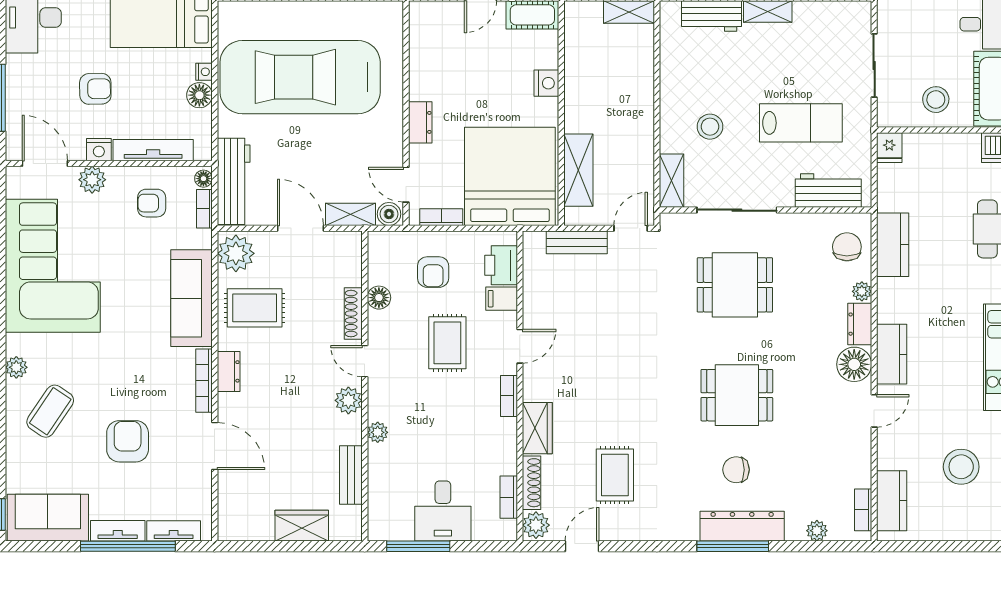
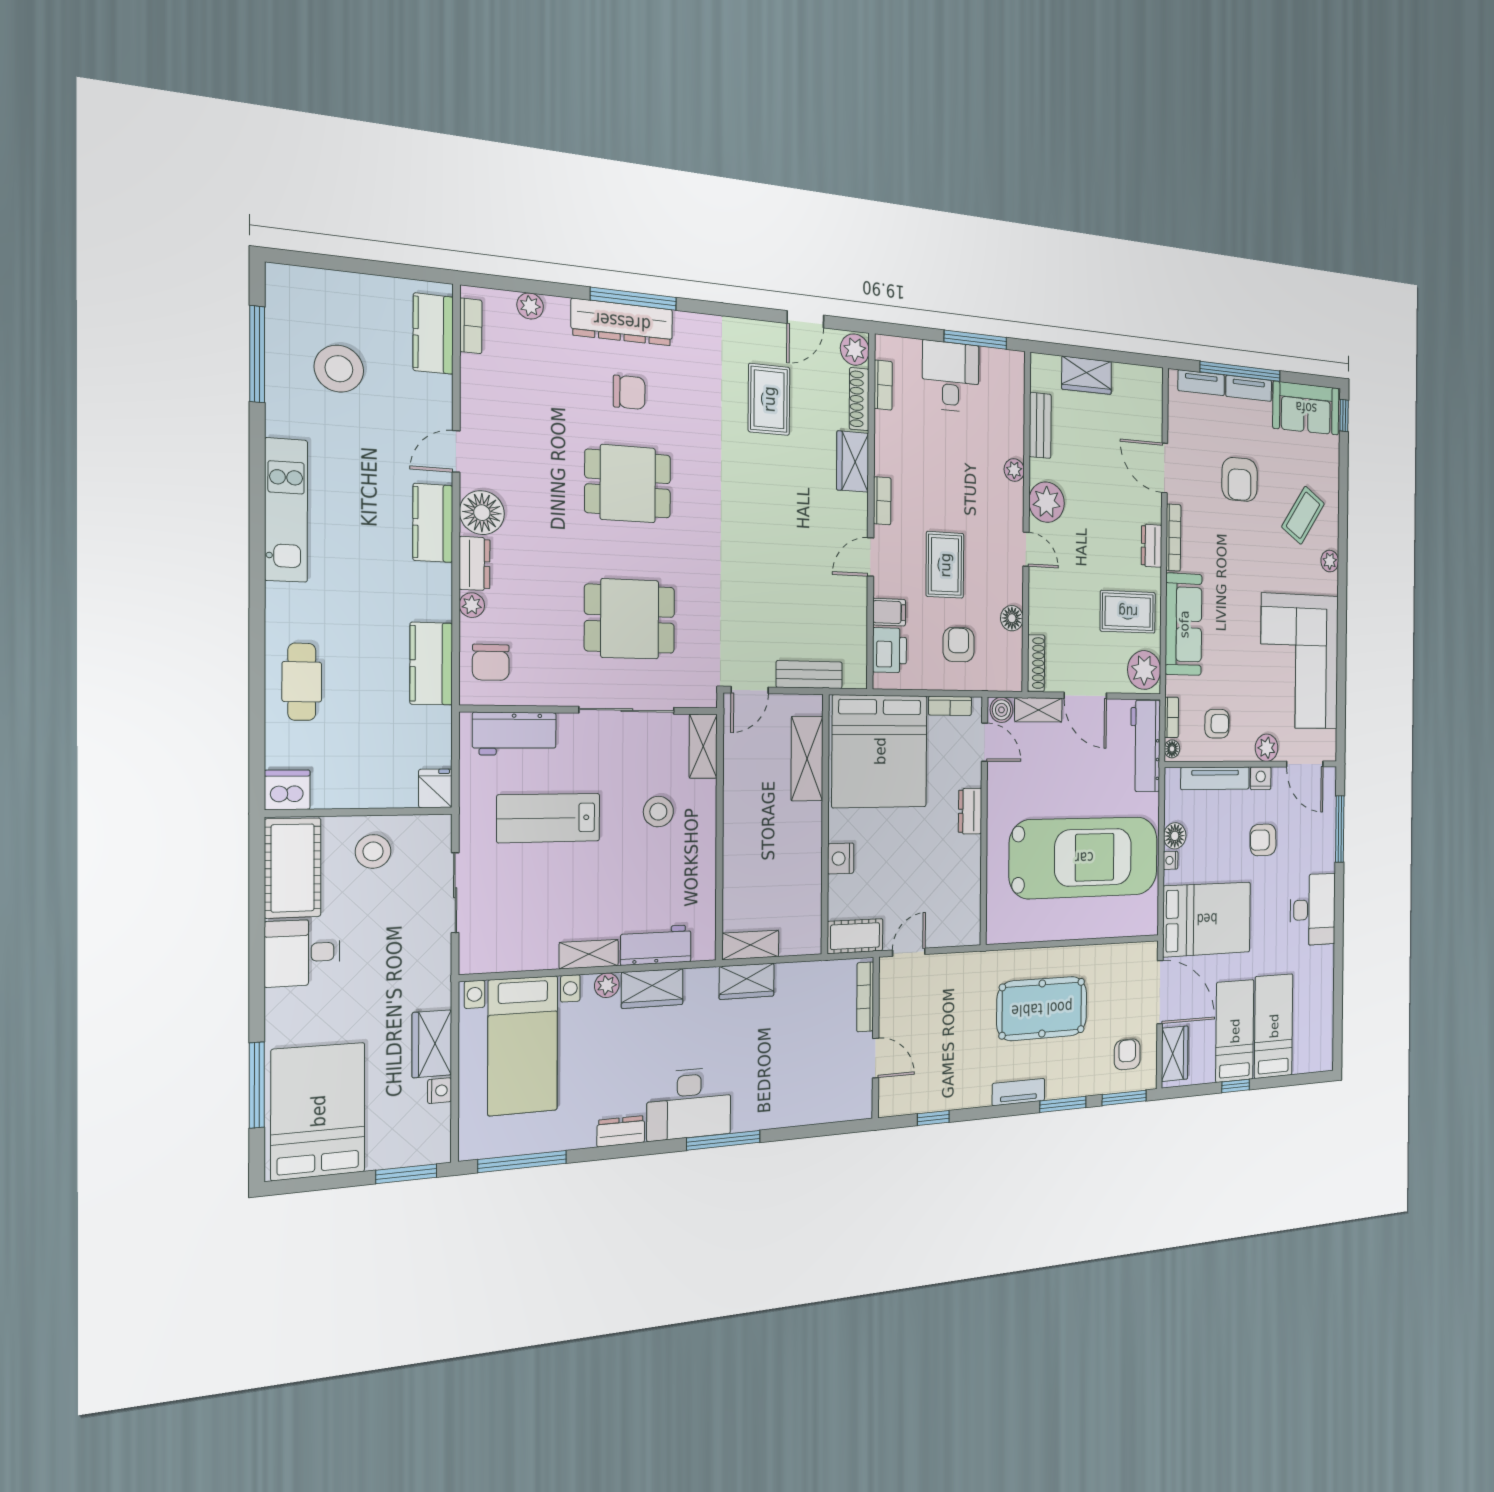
shoe rack: (353, 314) -> (1036, 663), moved
plant: (348, 400) -> (1047, 502), width x1.36, depth x1.36

